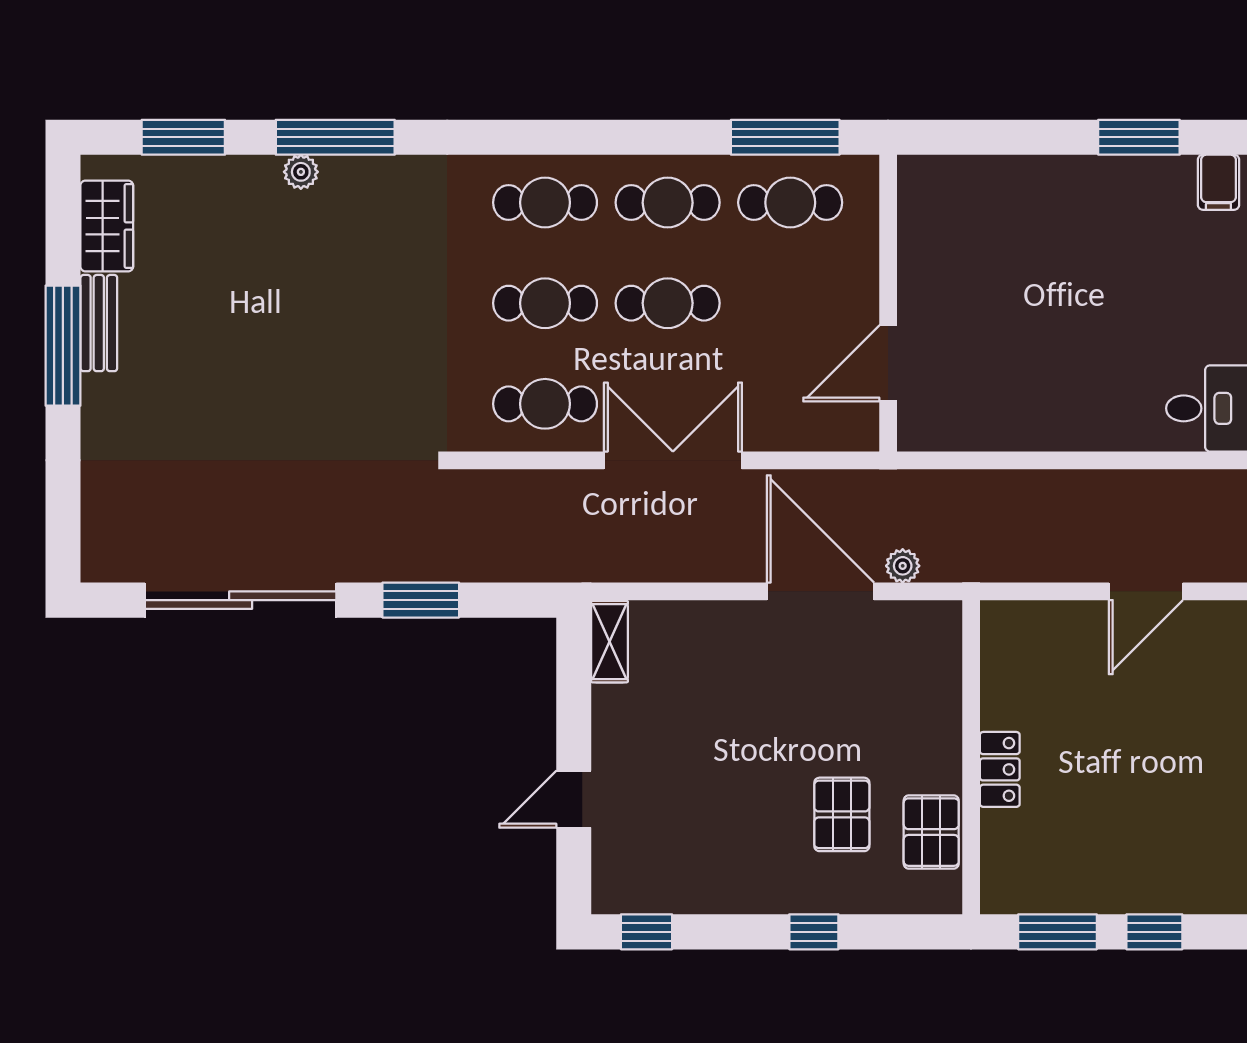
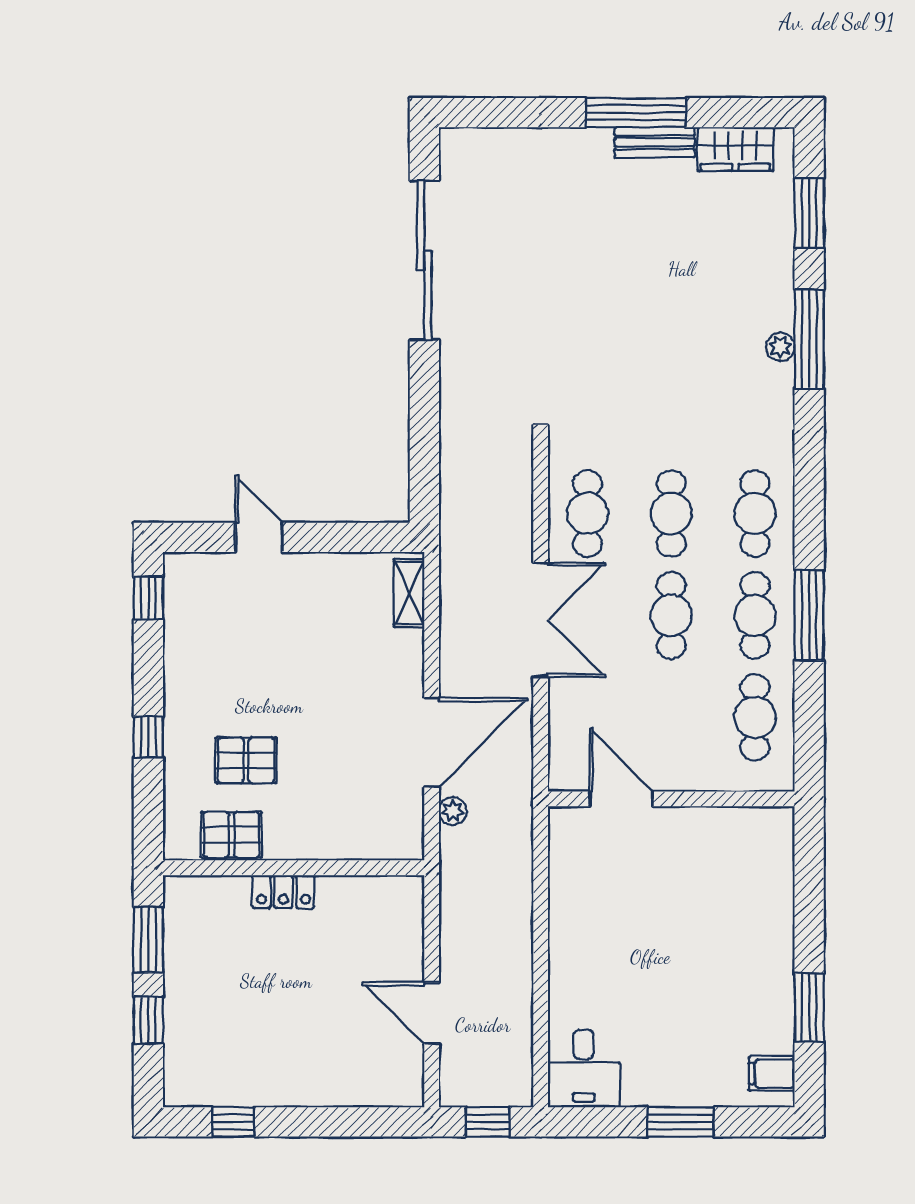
window: (785, 137) -> (809, 615), moved
plant: (301, 172) -> (780, 347), moved
window: (421, 600) -> (424, 410), removed
shelving: (610, 642) -> (409, 593), moved, turned 90

